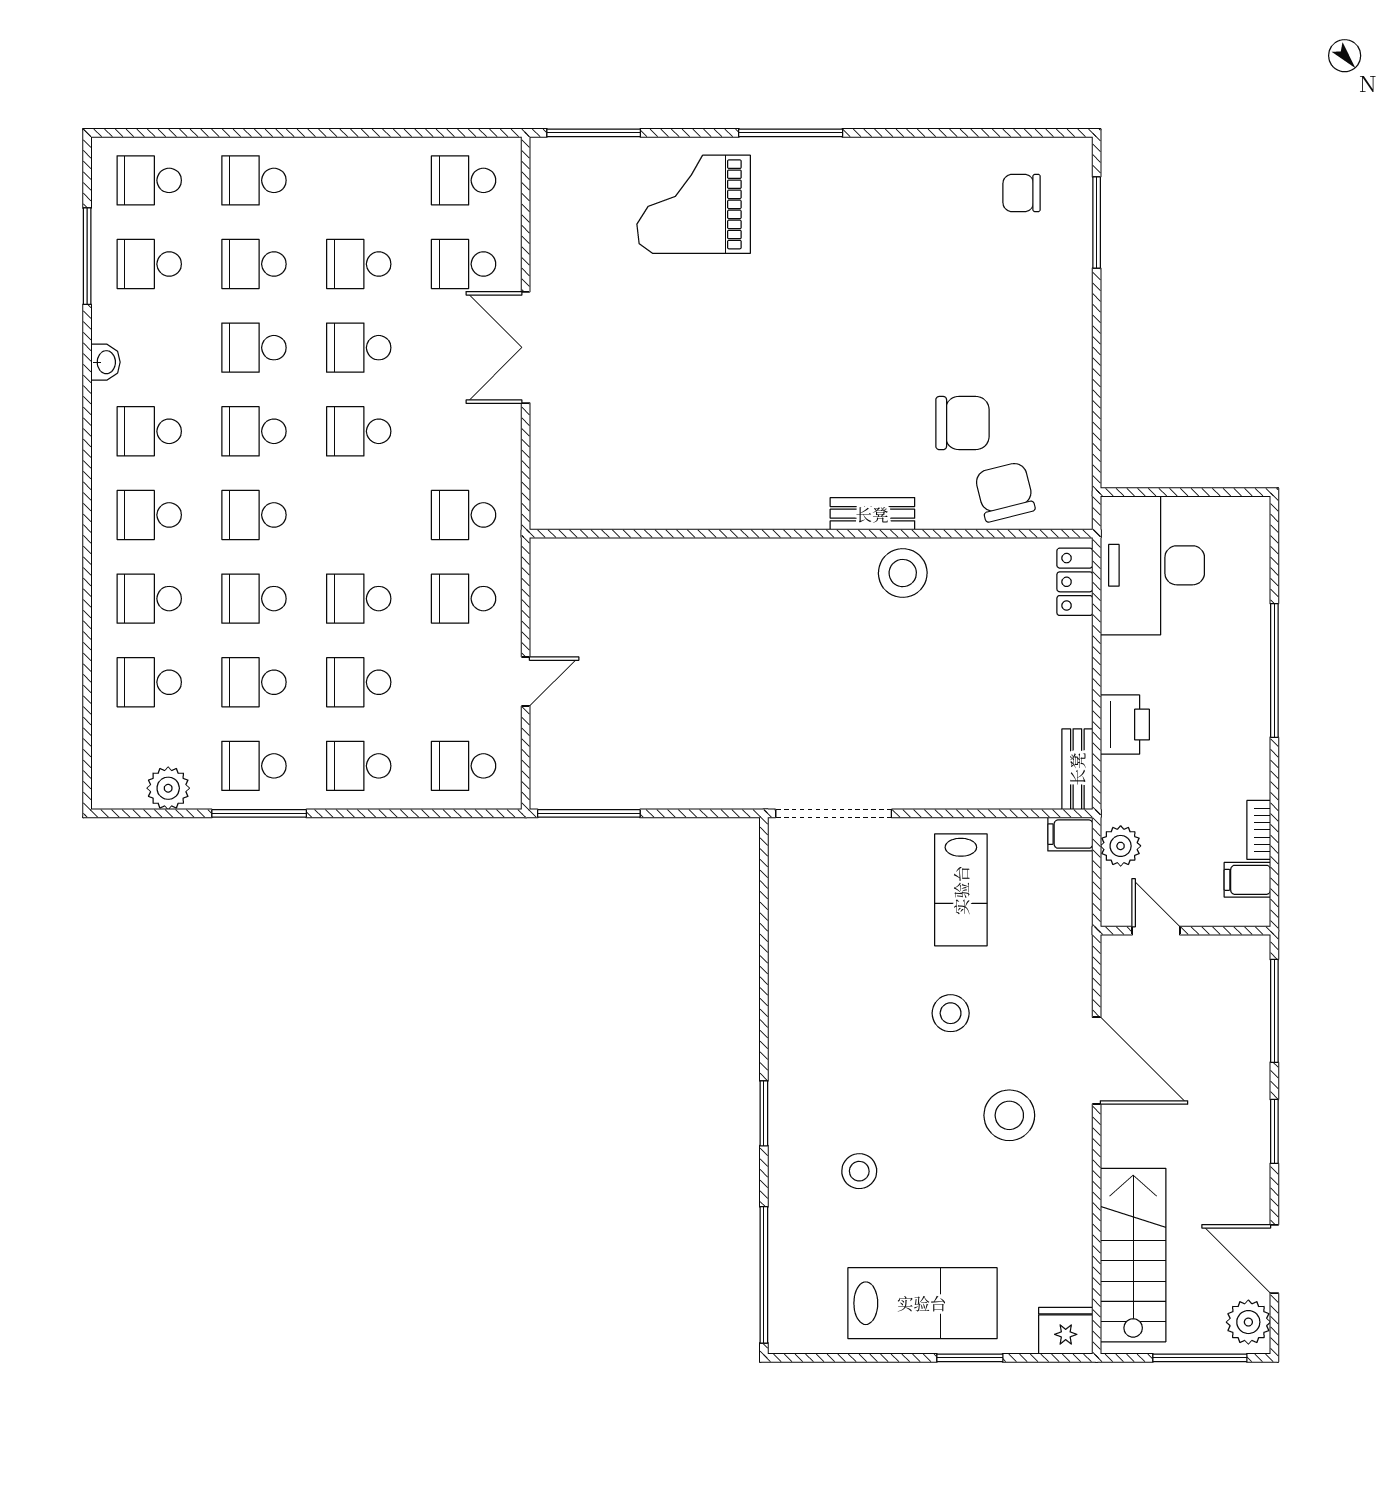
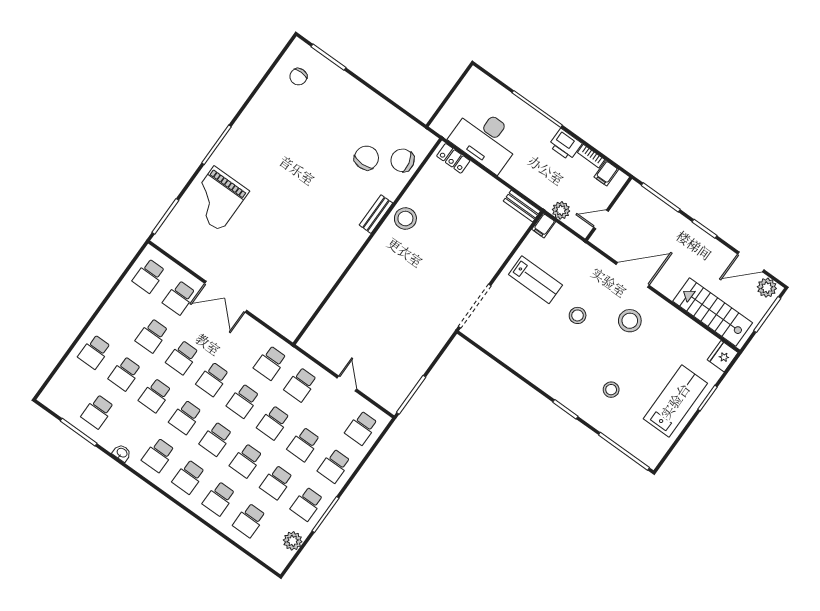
school desk: (149, 180) -> (243, 401), moved
desk: (1152, 565) -> (486, 139), moved
printer: (1125, 725) -> (565, 145), moved, turned 180

